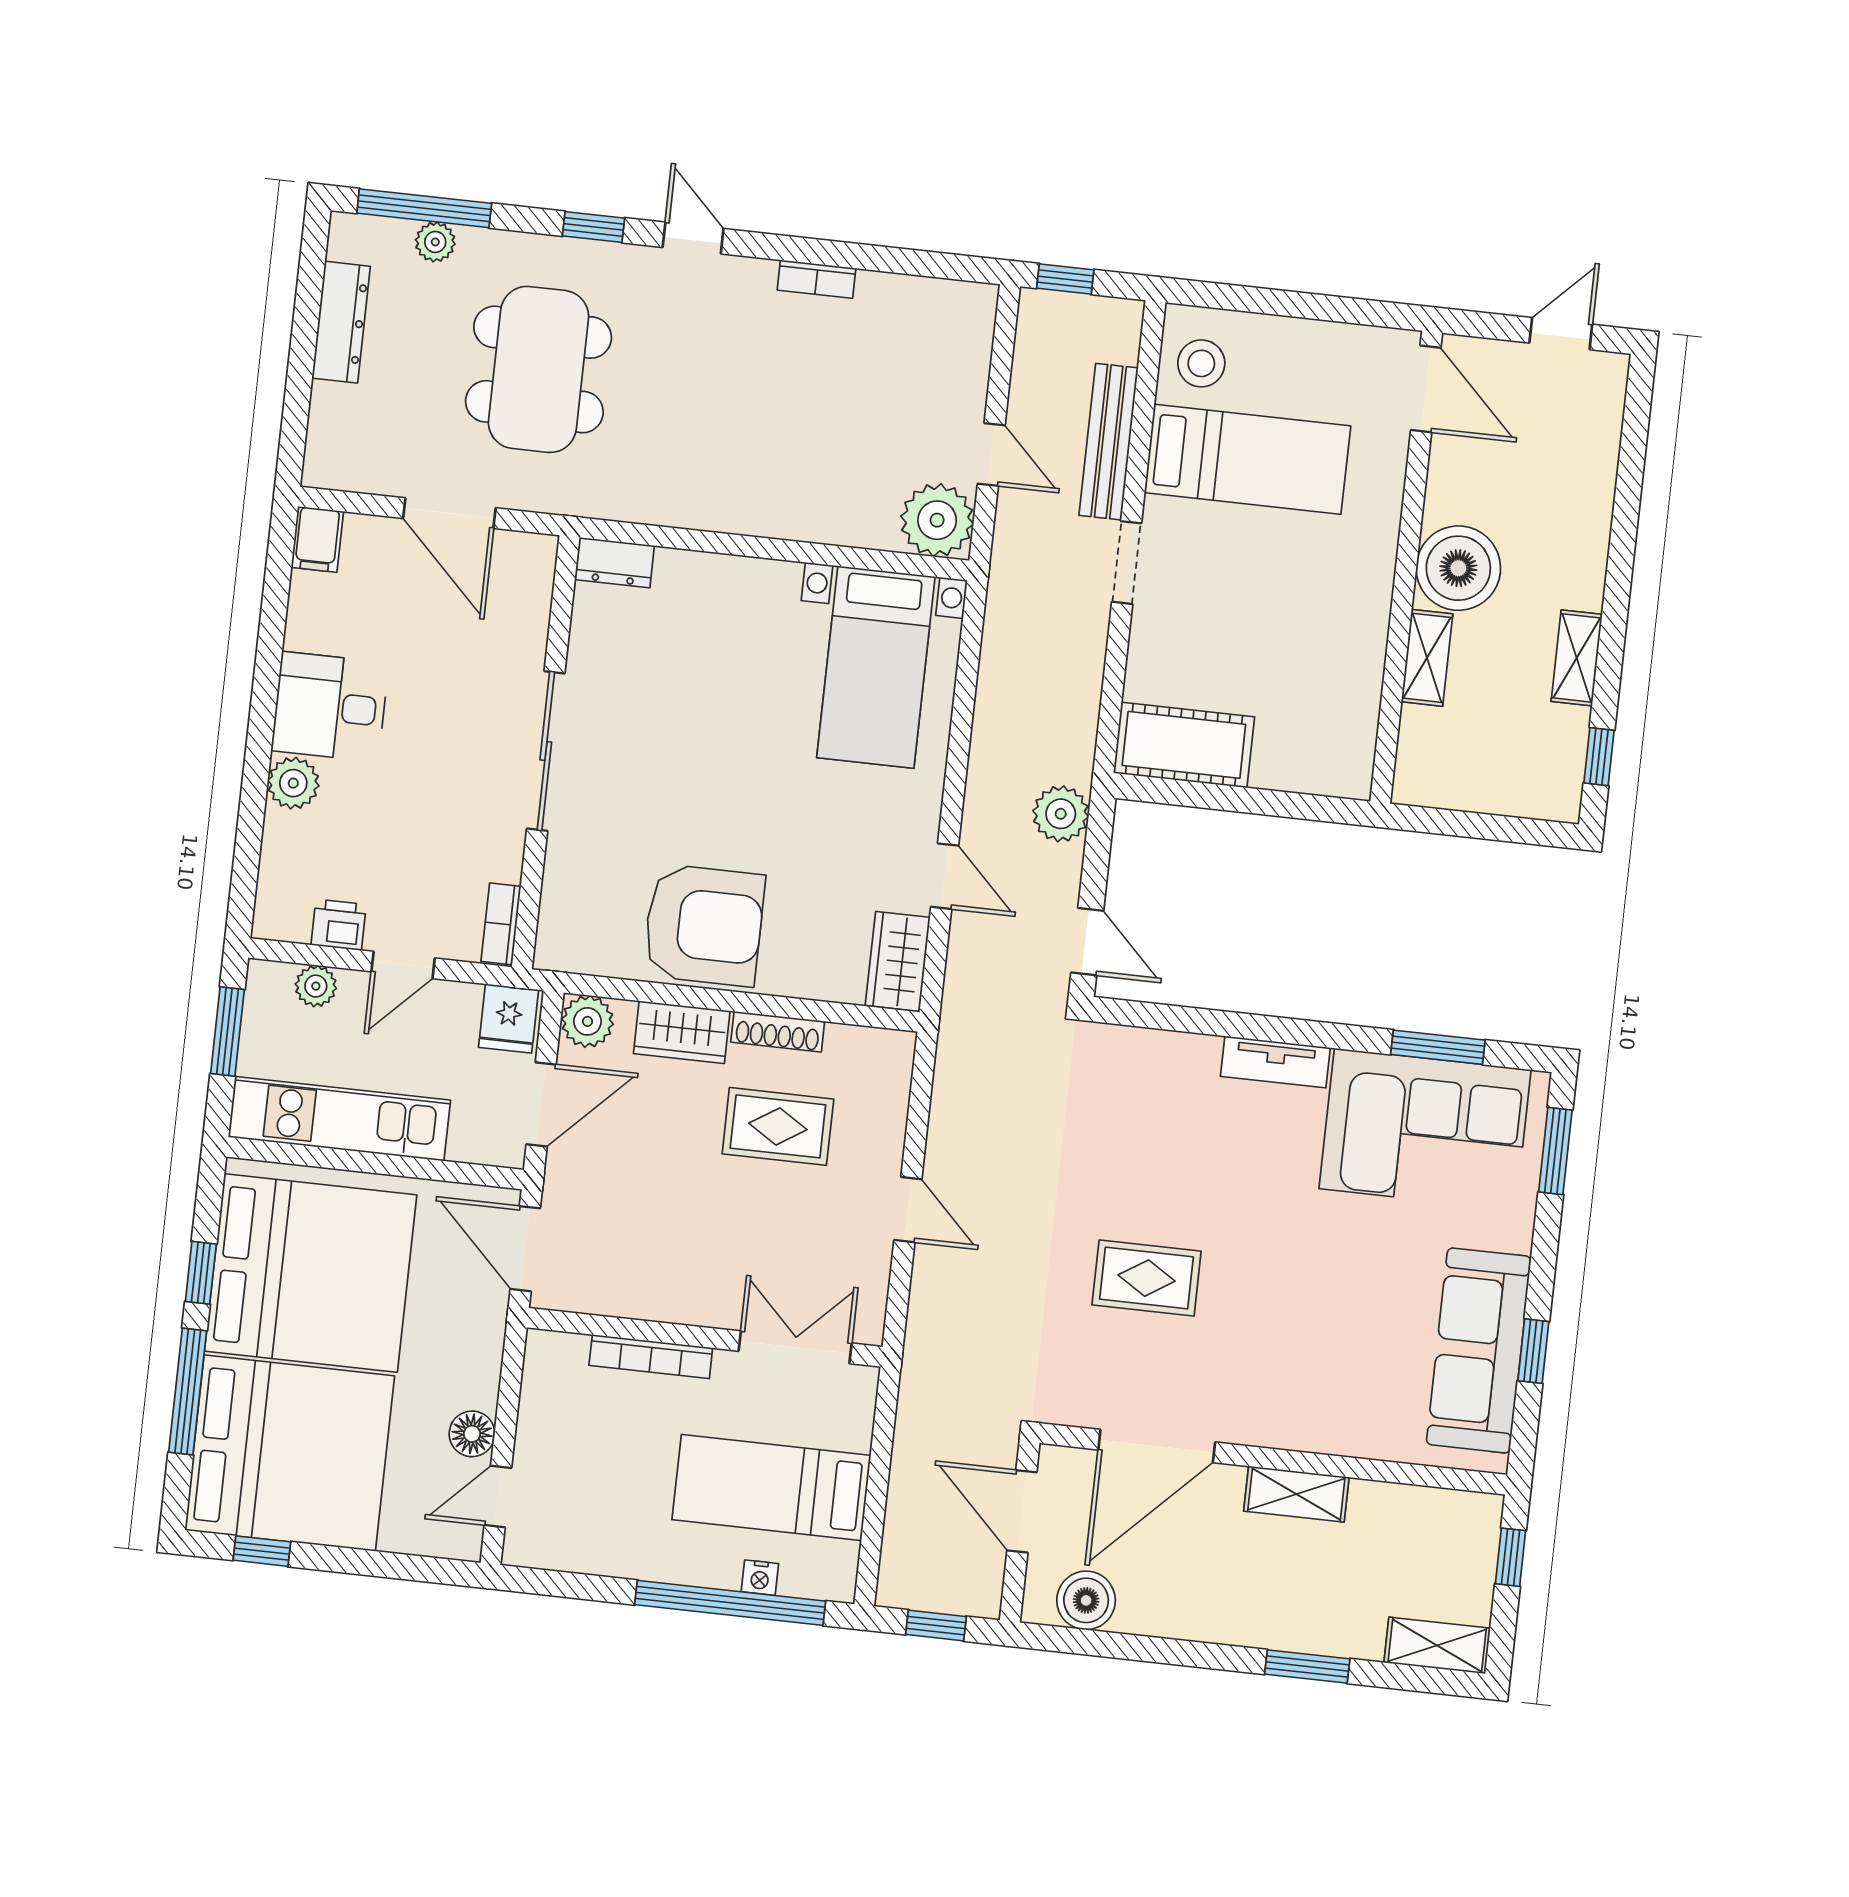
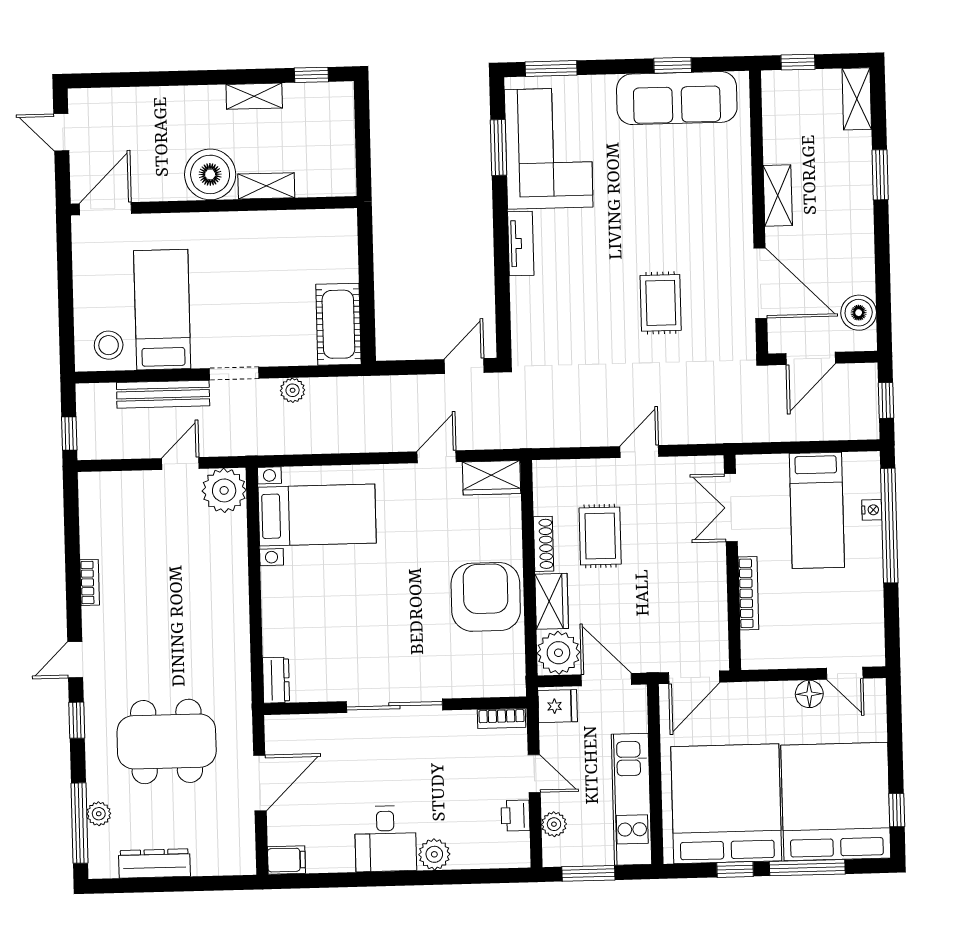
plant: (1061, 814) -> (293, 390), moved, width x0.73, depth x0.73
plant: (588, 1021) -> (558, 653), width x1.36, depth x1.36

